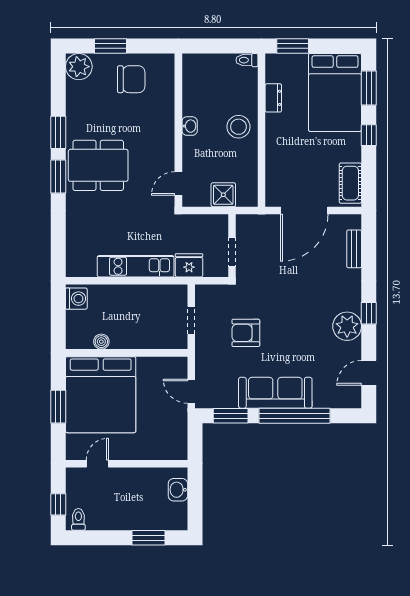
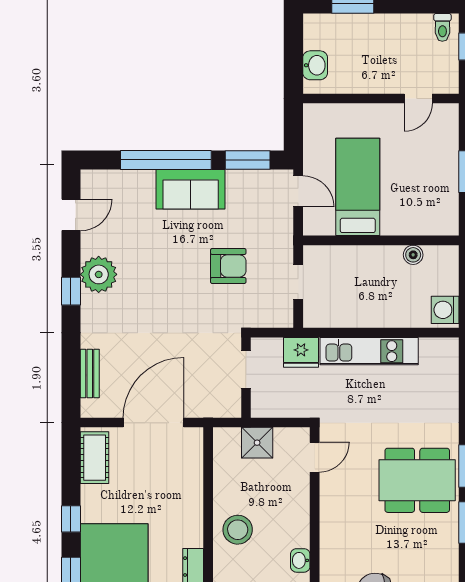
washbasin: (190, 126) -> (300, 560), moved
sofa: (275, 393) -> (191, 189), width x0.73
bed: (101, 395) -> (358, 187), moved, width x0.49

